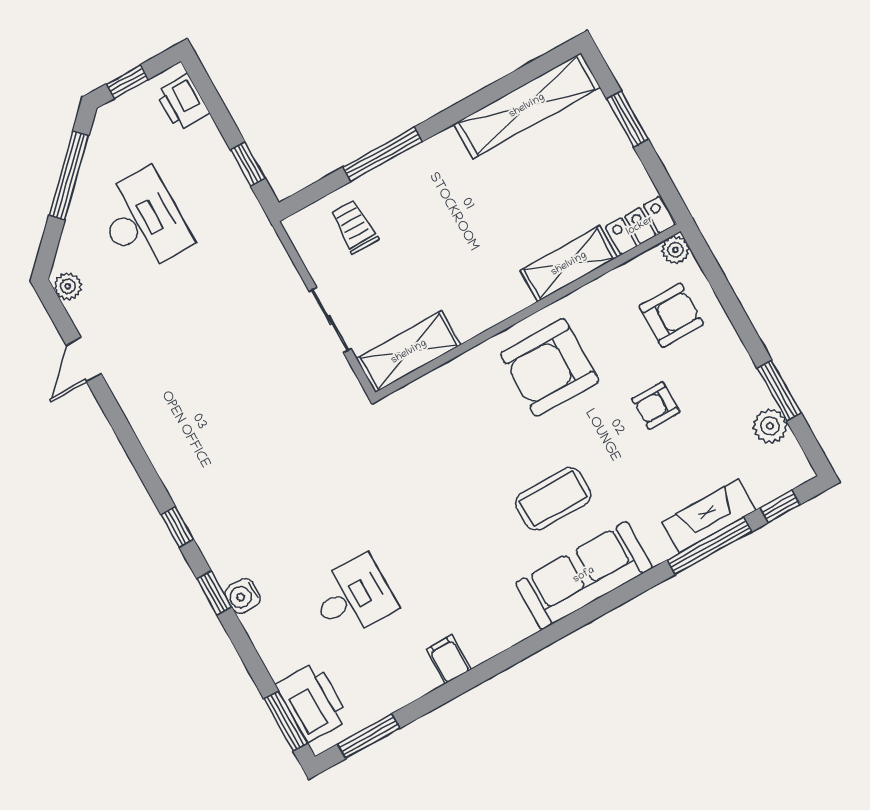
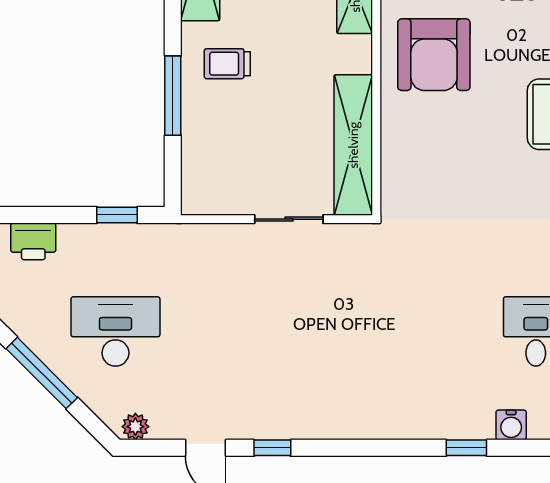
trolley: (354, 227) -> (227, 64), moved
shelving: (409, 352) -> (353, 145), width x1.47
window: (177, 527) -> (272, 448), moved
water cooler: (243, 596) -> (511, 425), moved

